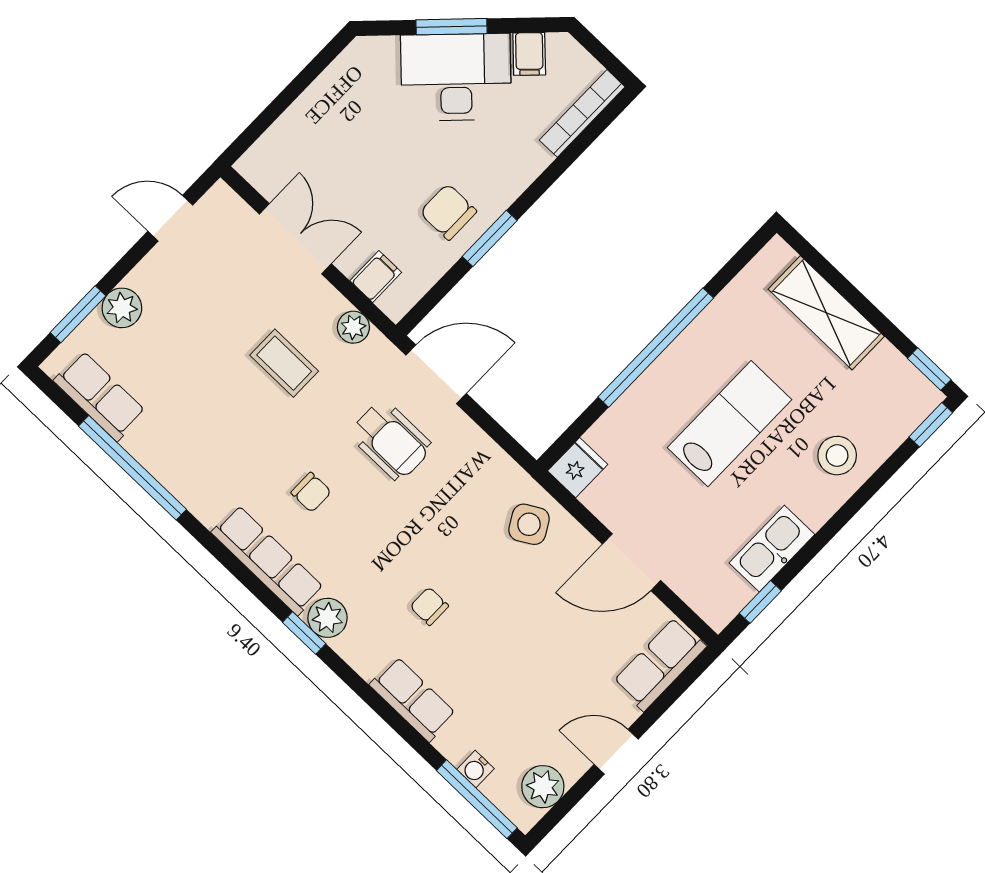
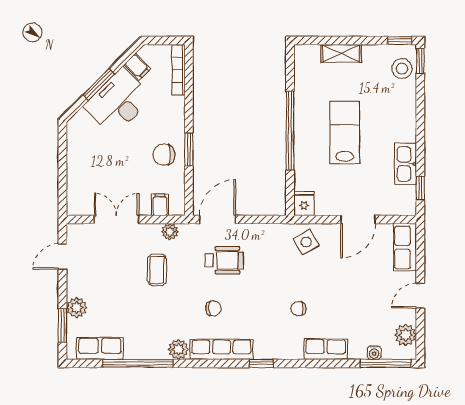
shelving: (826, 313) -> (341, 53), width x0.67, depth x0.75
coffee table: (284, 363) -> (157, 270), turned 90
stool: (837, 456) -> (402, 69), moved
plant: (327, 618) -> (178, 349), moved

